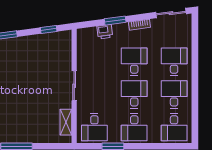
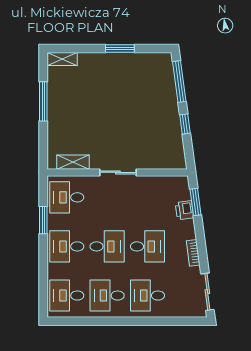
window: (115, 21) -> (195, 202), moved
window: (49, 29) -> (185, 124), moved
desk: (174, 62) -> (147, 296), turned 180
desk: (174, 94) -> (107, 296), turned 180

